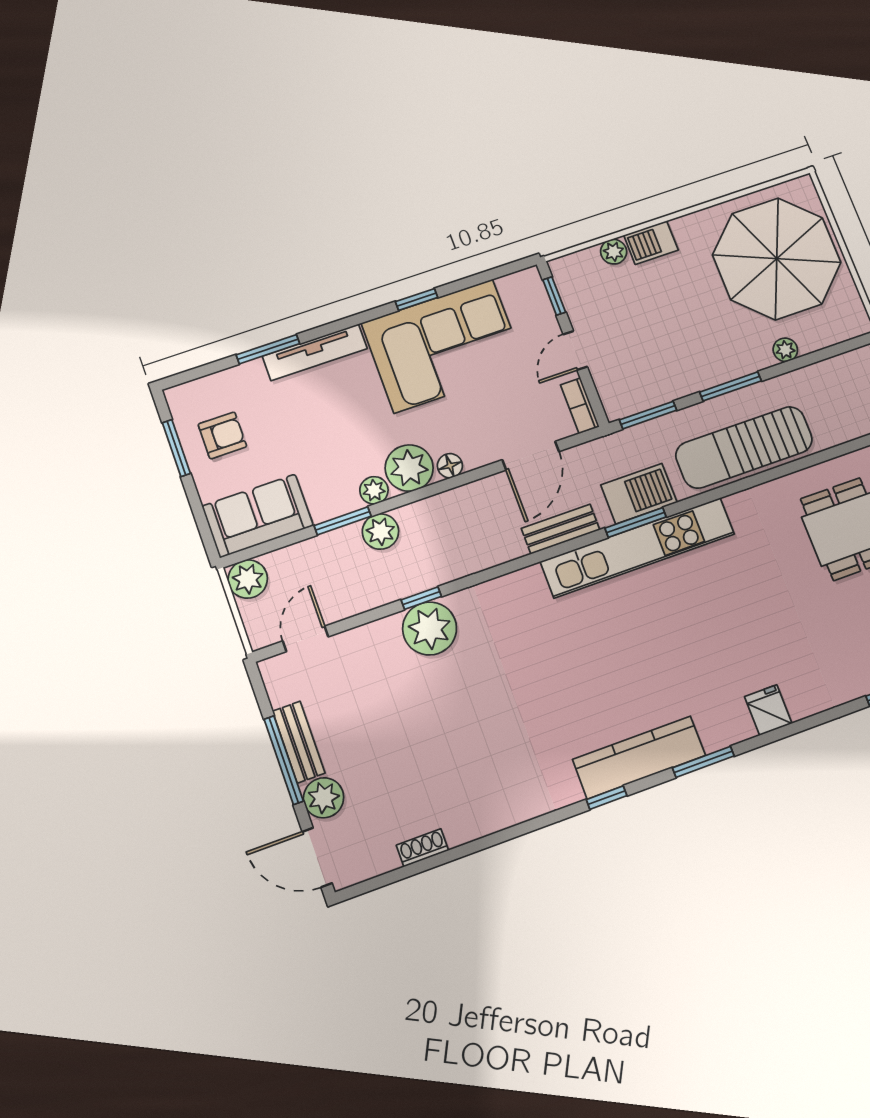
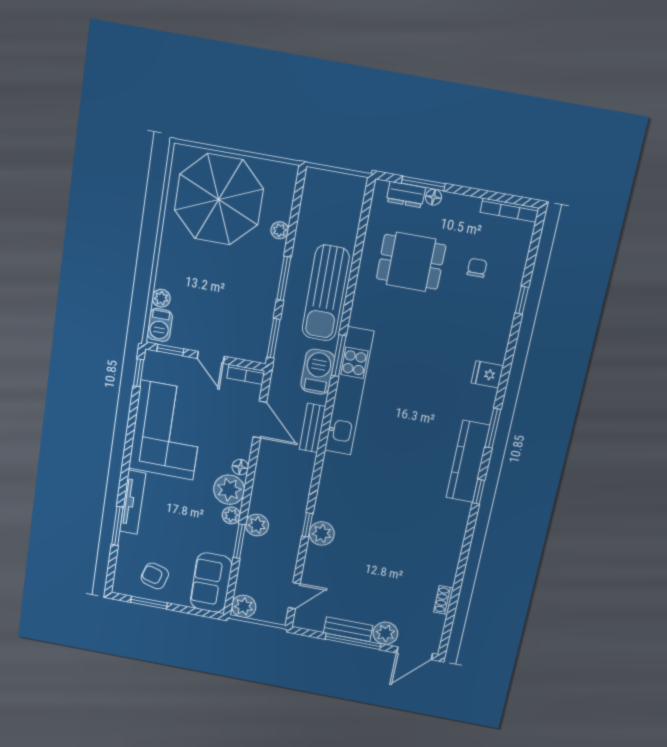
barbecue: (651, 243) -> (160, 325), moved
window: (416, 300) -> (138, 373), moved
armchair: (222, 435) -> (155, 576), turned -74
window: (635, 522) -> (339, 356), moved
plant: (430, 628) -> (322, 533), width x0.73, depth x0.73
door: (306, 639) -> (294, 596), swing flipped

